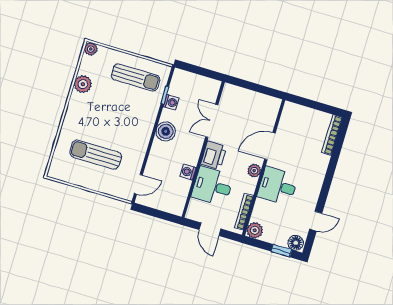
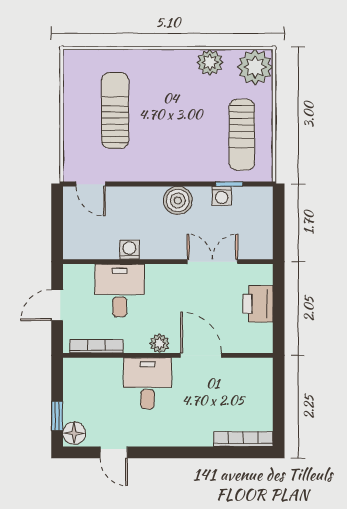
plant: (91, 49) -> (255, 67), width x1.88, depth x1.88
printer: (214, 155) -> (258, 304), moved, turned 90
plant: (255, 230) -> (75, 369), removed

